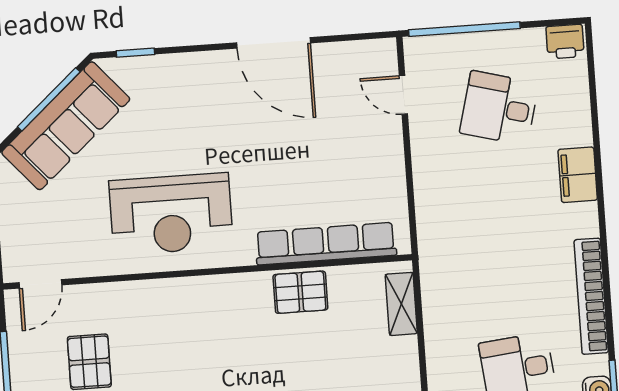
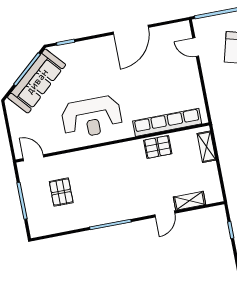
door: (273, 43) -> (131, 30), hinge flipped
door: (40, 284) -> (33, 158), swing flipped

